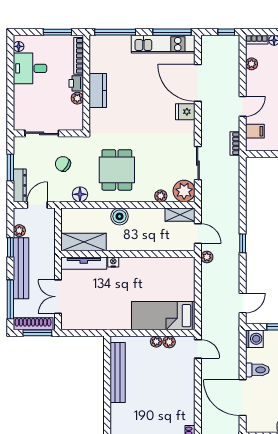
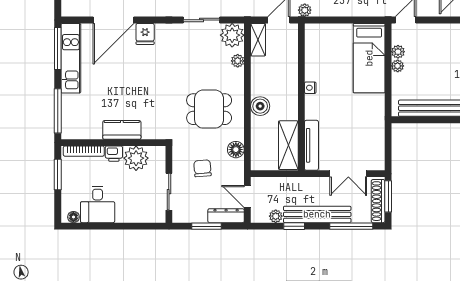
plant: (77, 98) -> (136, 158), width x1.88, depth x1.88
chair: (63, 164) -> (202, 168), turned 143
nightstand: (113, 262) -> (310, 88), moved

